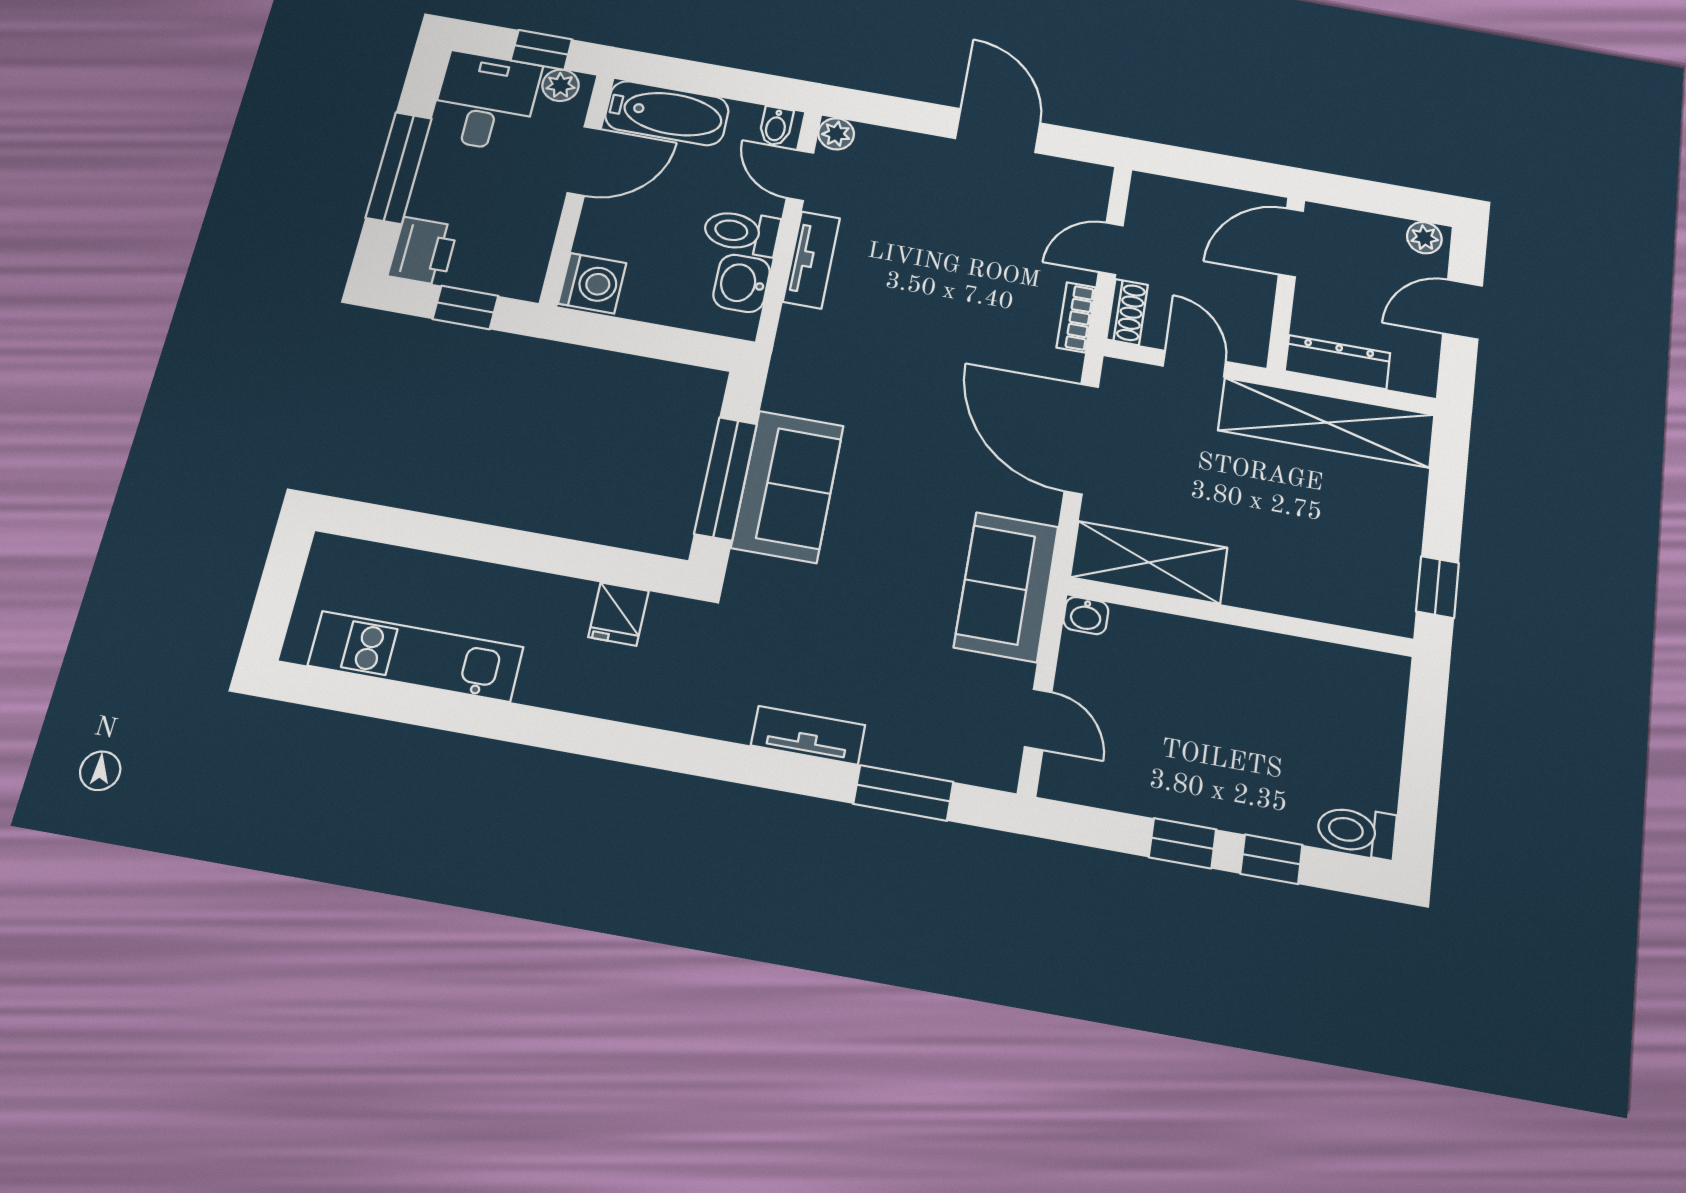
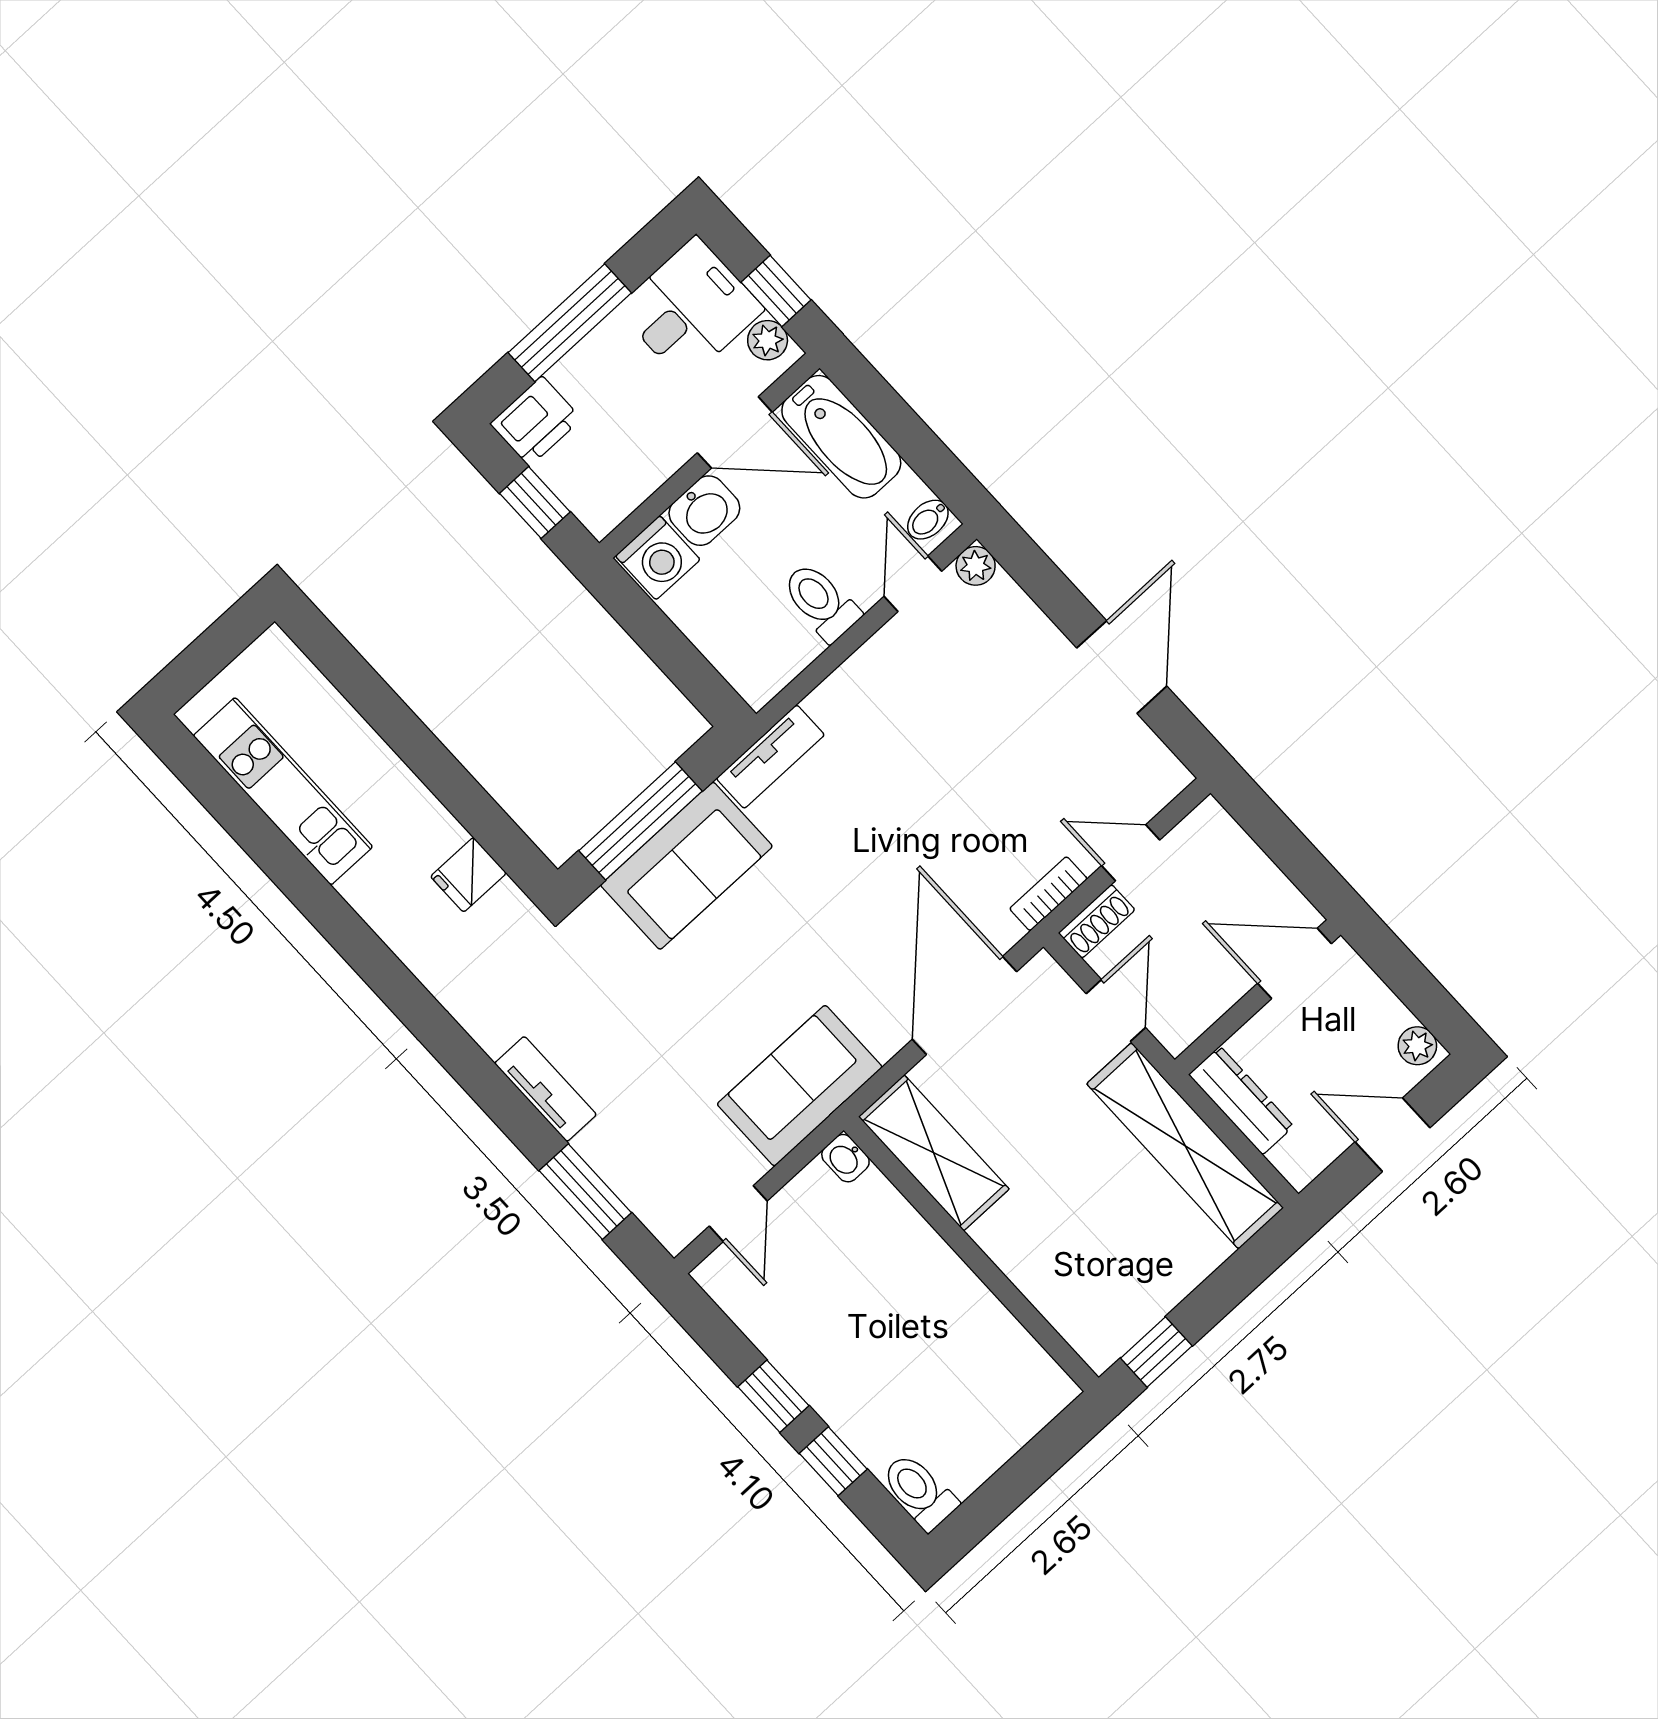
tv unit: (811, 260) -> (770, 757), moved
washbasin: (742, 283) -> (704, 511), moved, turned 180

